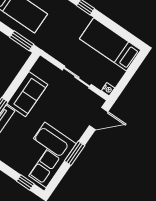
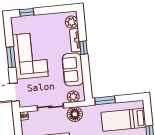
floor lamp: (60, 52) -> (75, 114), added
plant: (48, 69) -> (73, 97), added
corner sofa: (45, 155) -> (30, 56), moved

